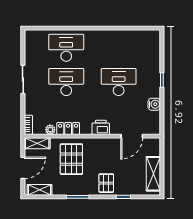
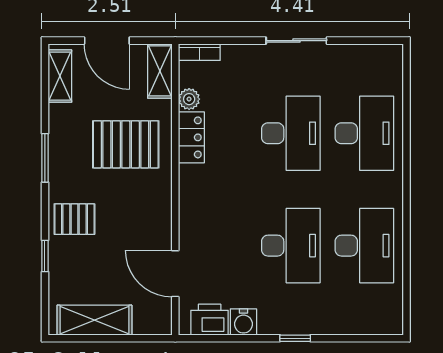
desk: (119, 48) -> (364, 246), added
printer: (101, 127) -> (210, 320), moved, turned -90

